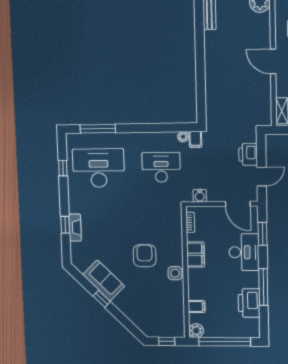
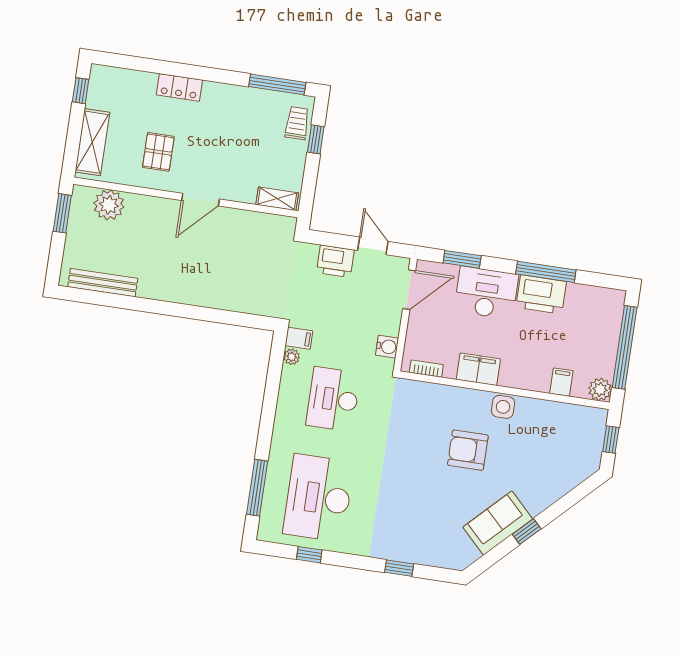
fireplace: (75, 228) -> (406, 553), removed
printer: (249, 303) -> (541, 294), moved

